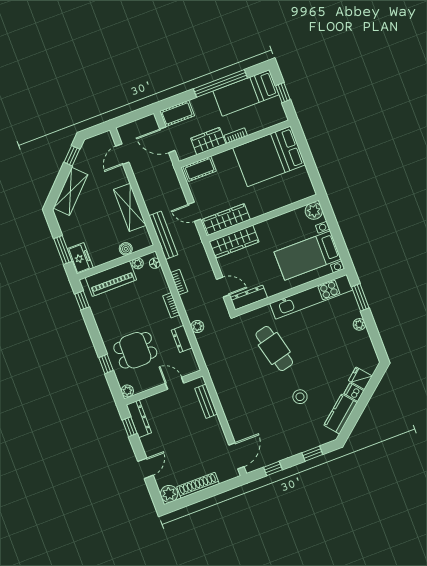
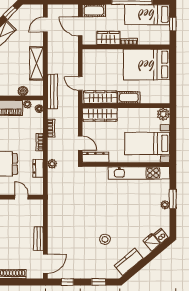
cot: (200, 169) -> (129, 97), moved
window: (360, 297) -> (173, 199), moved
cafe table: (274, 349) -> (100, 199), removed
dishwasher: (354, 392) -> (161, 236), moved
bench: (206, 401) -> (39, 239), moved

